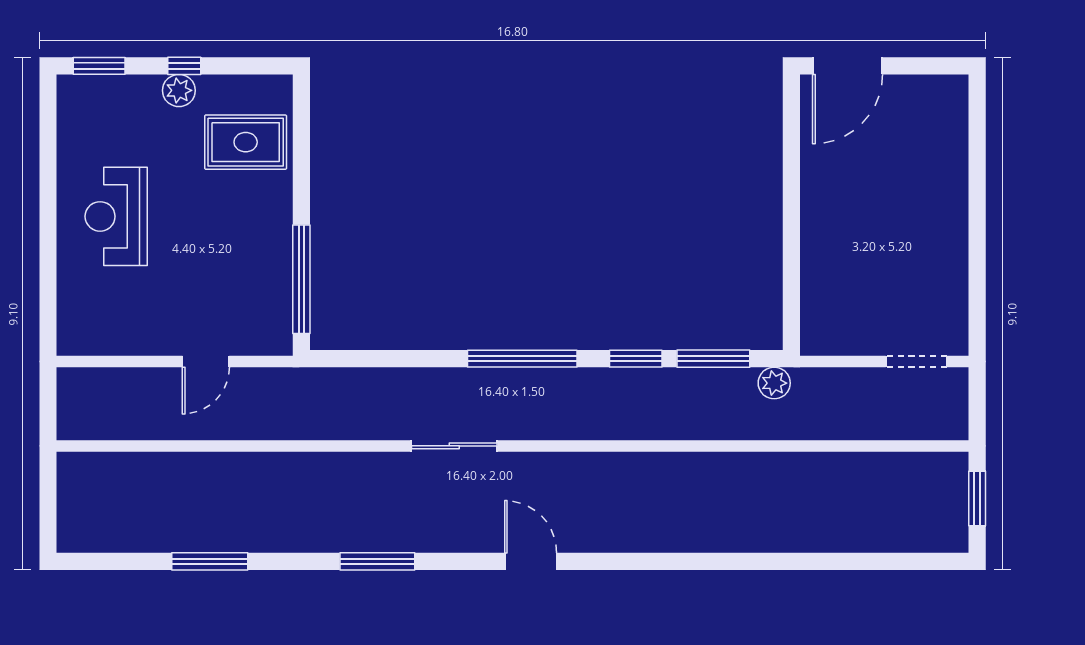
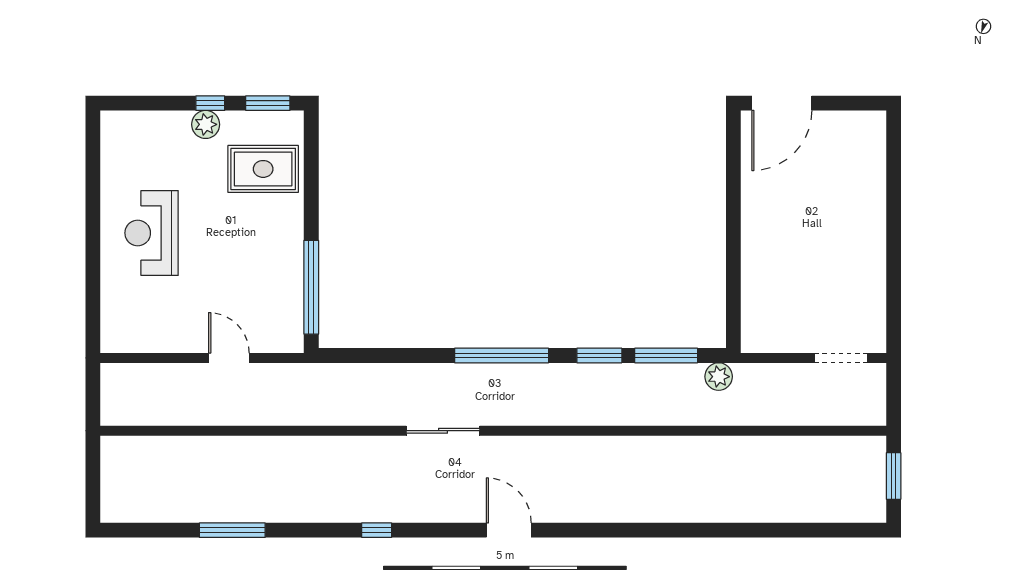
window: (99, 66) -> (268, 103), moved
door: (206, 361) -> (229, 358), swing flipped
window: (377, 561) -> (377, 530), width x0.46

